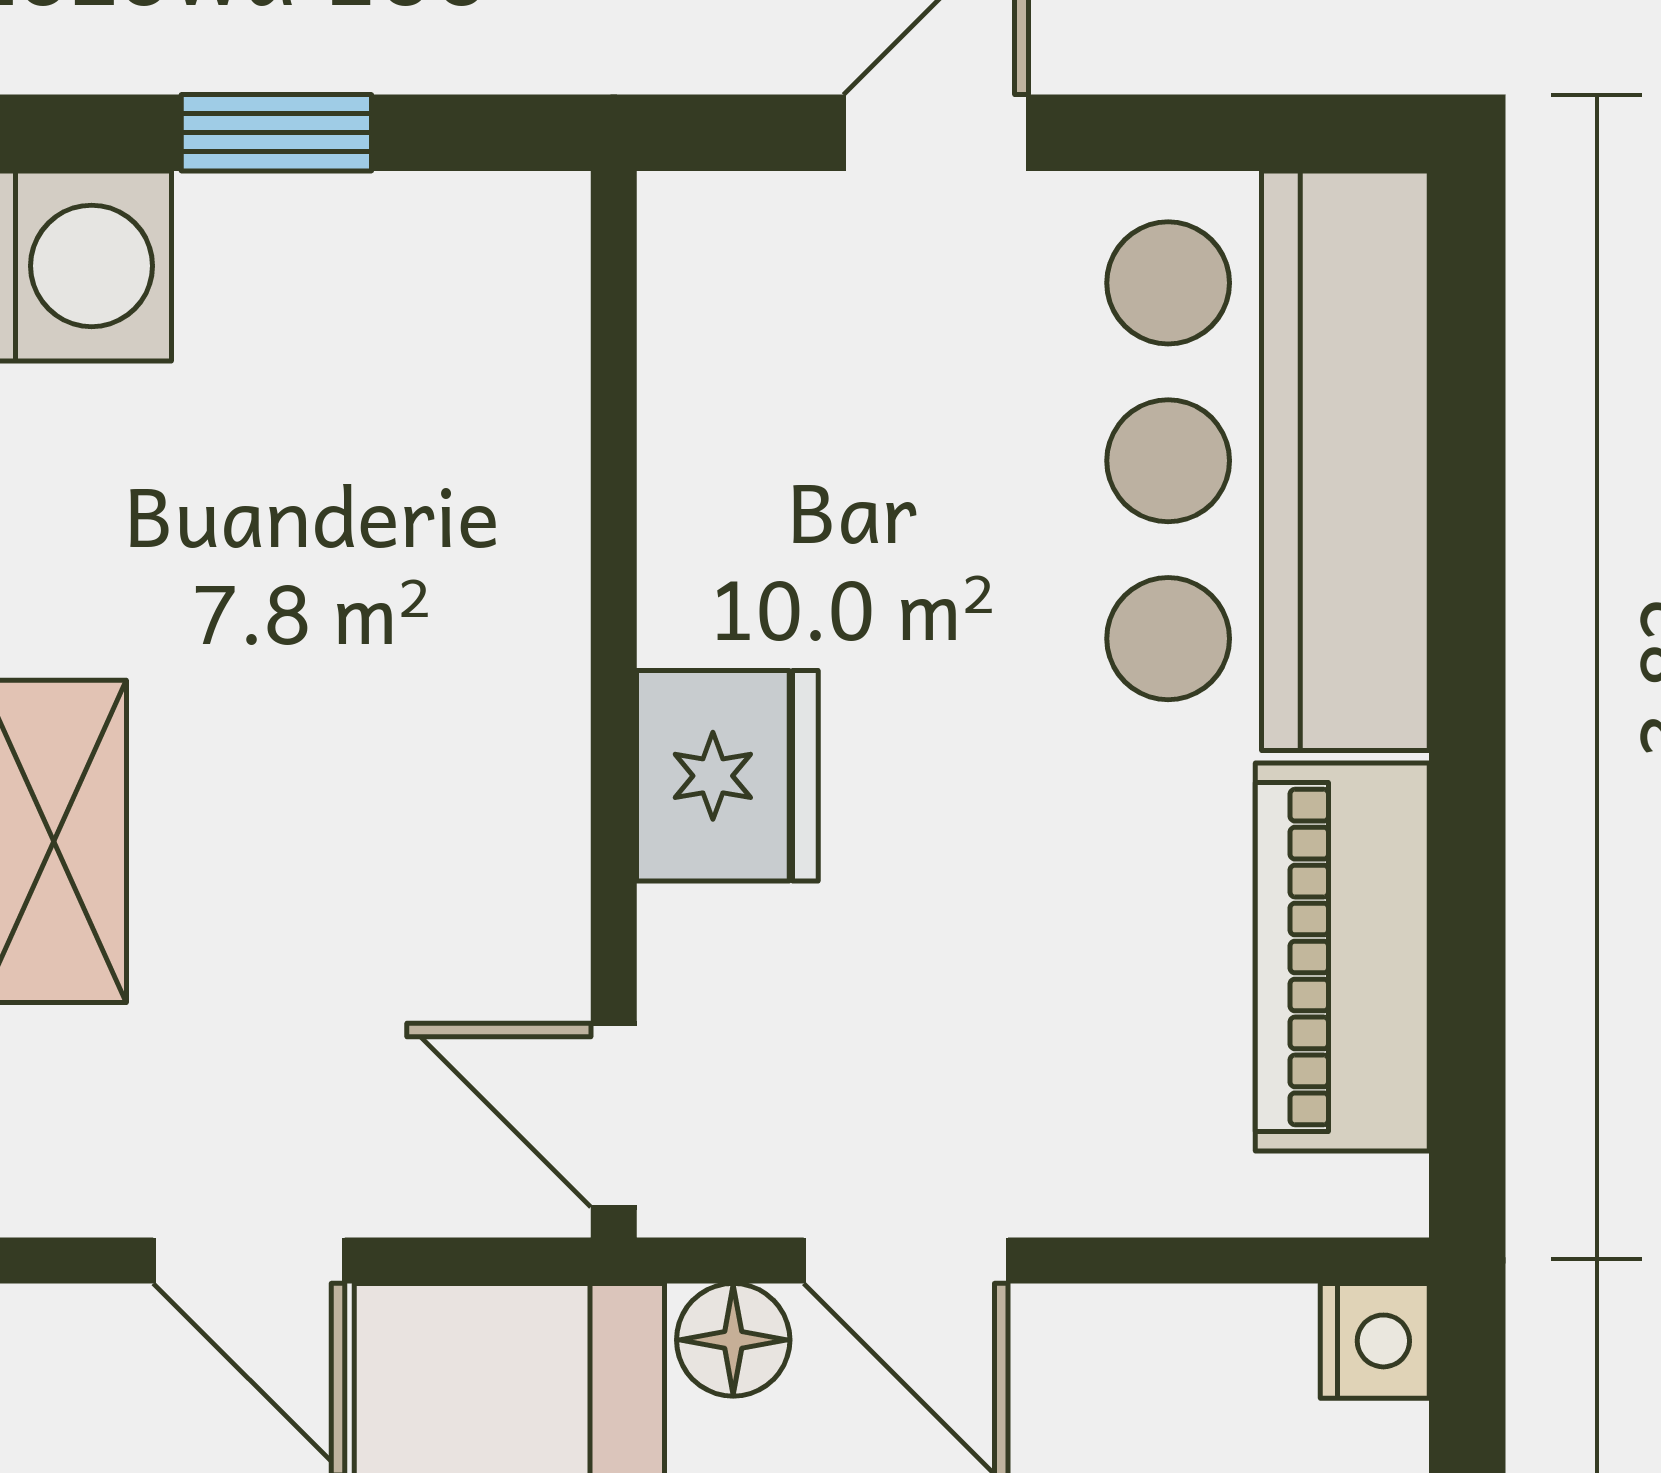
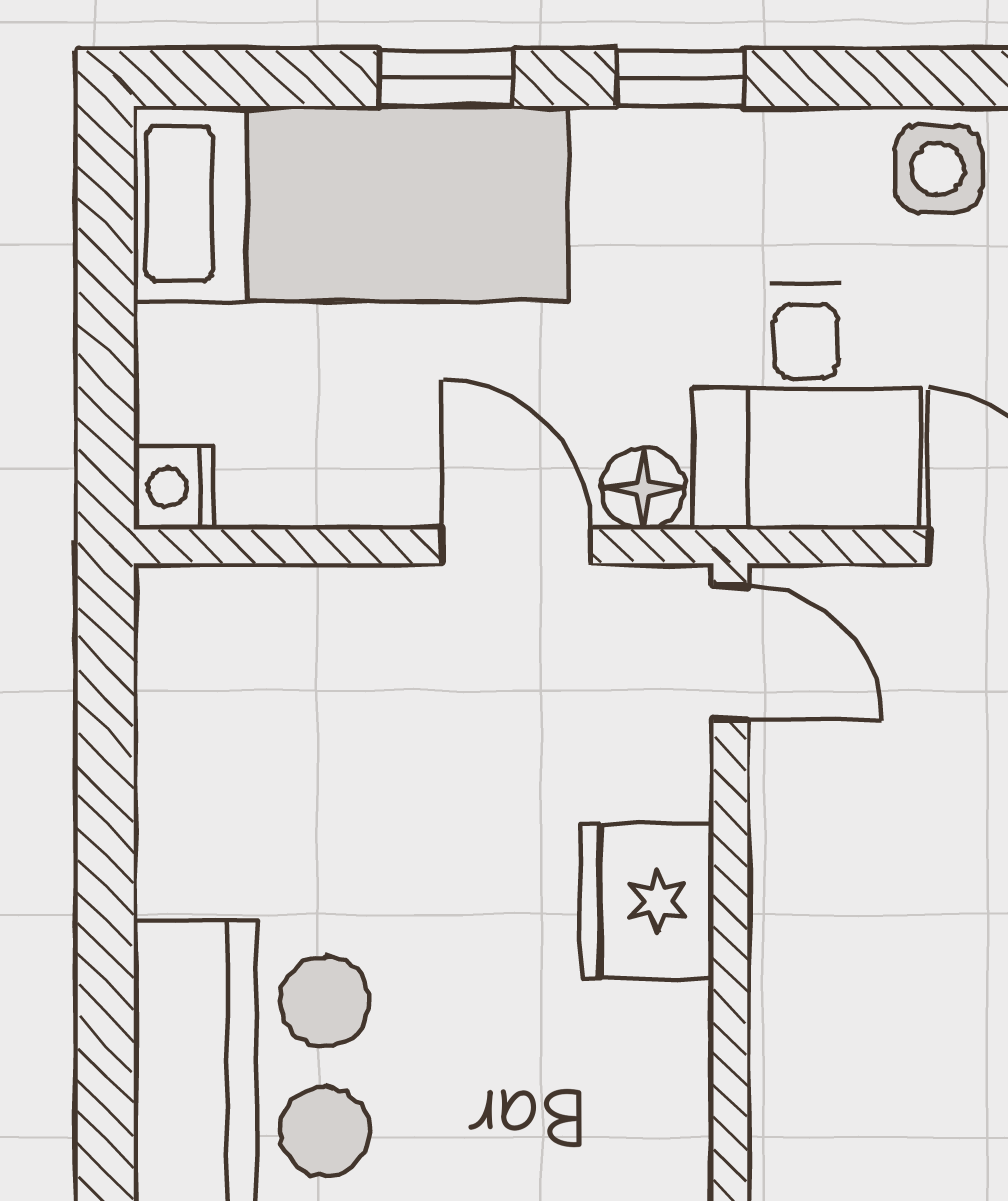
piano: (1342, 957) -> (197, 768), removed

